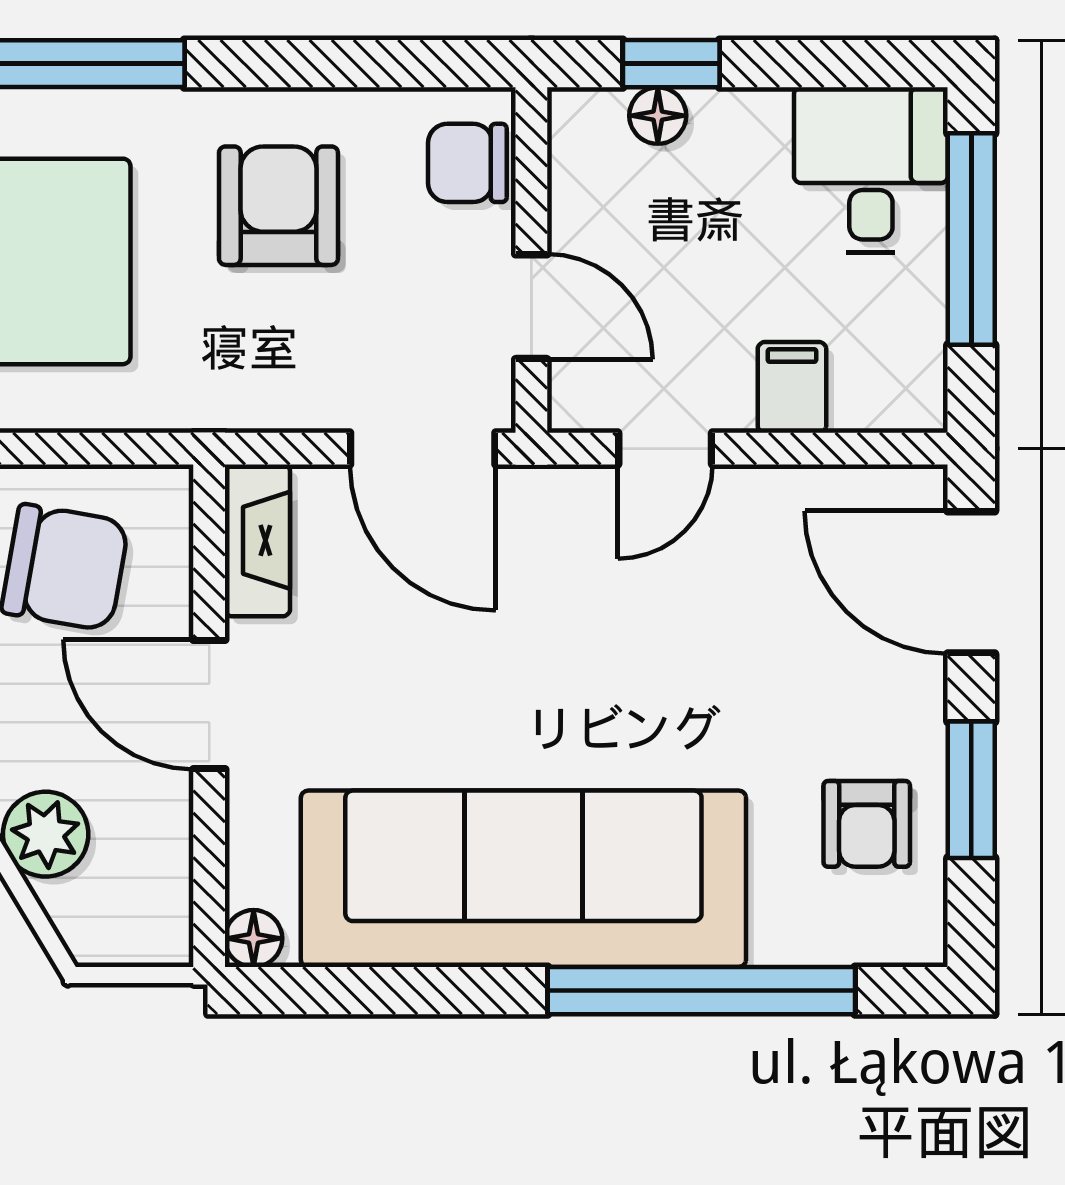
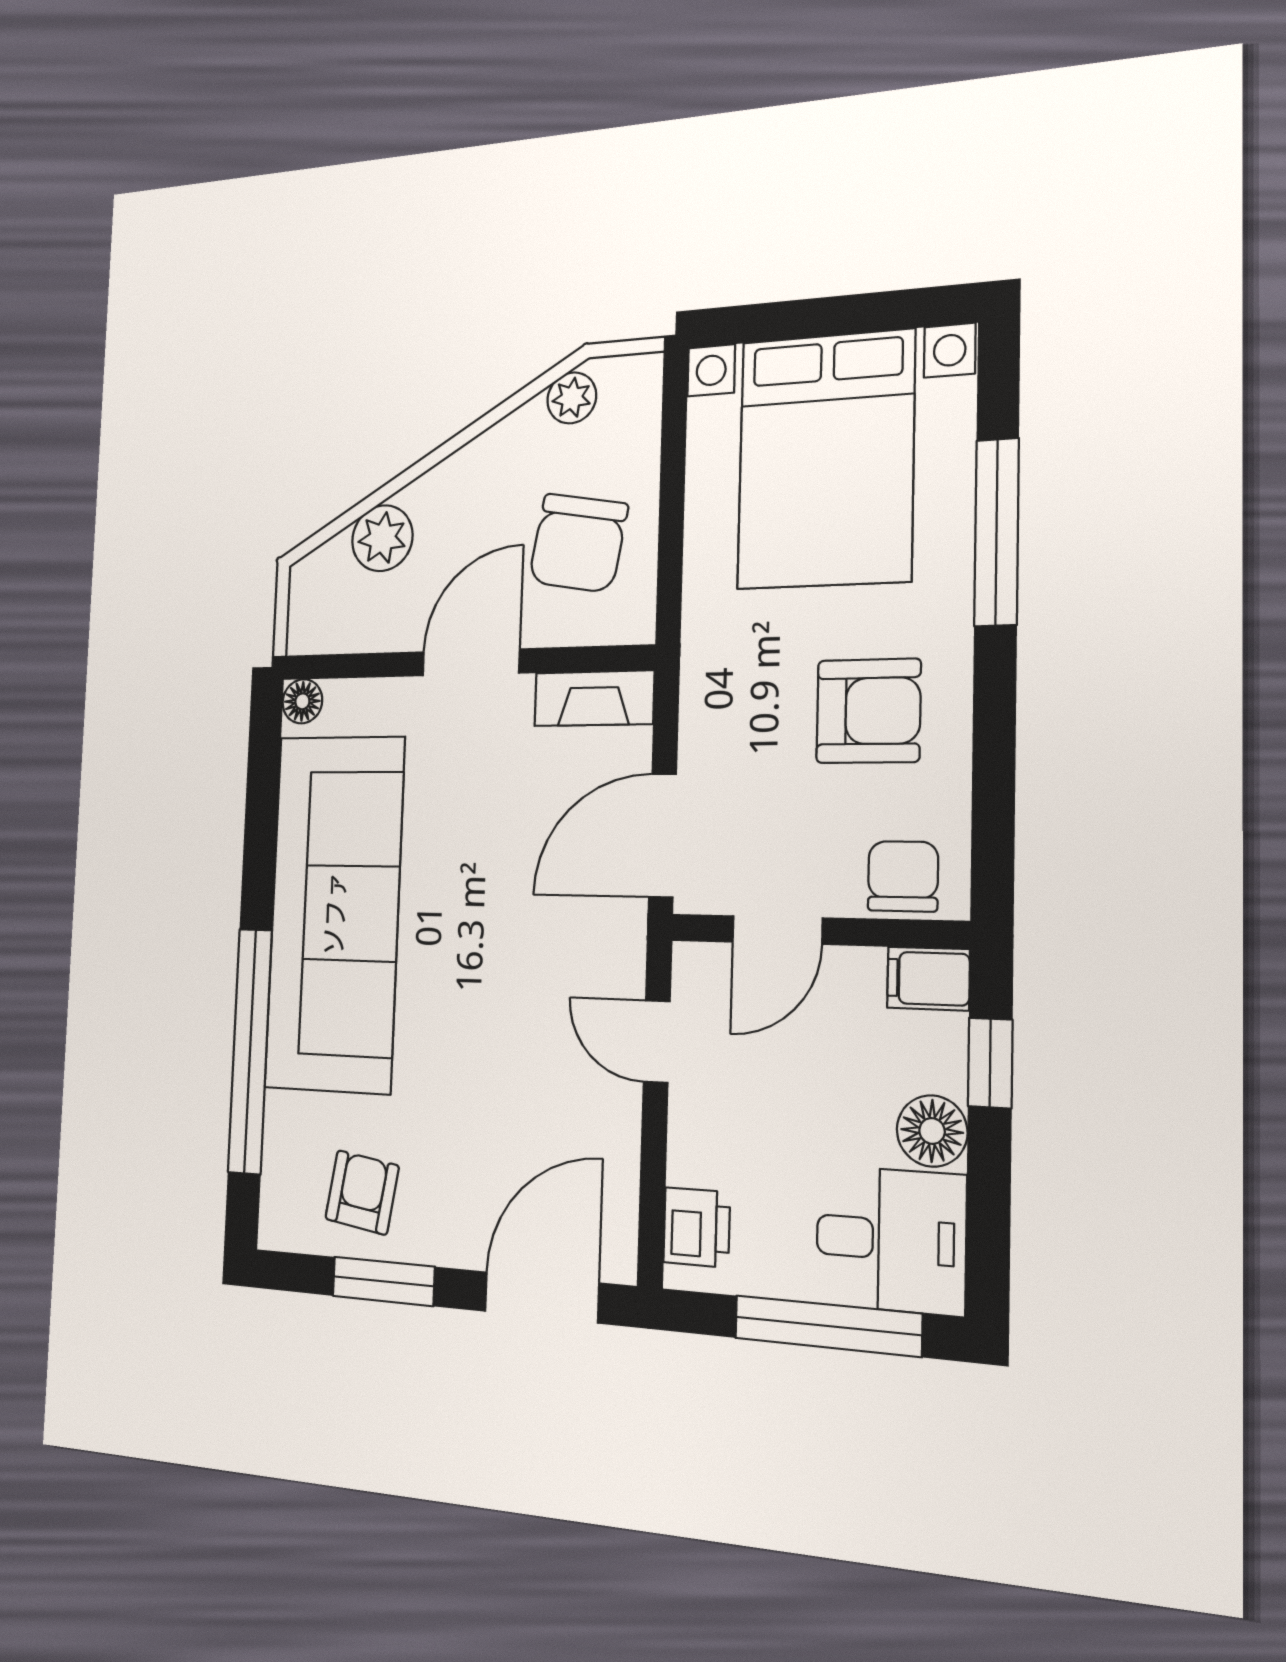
floor lamp: (658, 116) -> (932, 1131), moved, width x1.37, depth x1.37
filing cabinet: (792, 387) -> (928, 979), moved, turned 180
printer: (875, 394) -> (697, 1227), added
armchair: (867, 824) -> (362, 1192), turned 99

